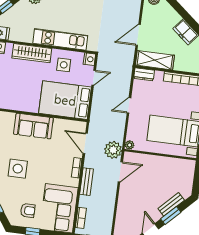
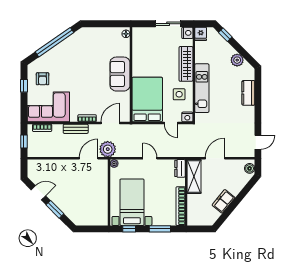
door: (138, 35) -> (215, 158), hinge flipped
side table: (18, 169) -> (79, 65), removed
door: (120, 172) -> (89, 158), swing flipped
bench: (171, 204) -> (65, 208), removed

